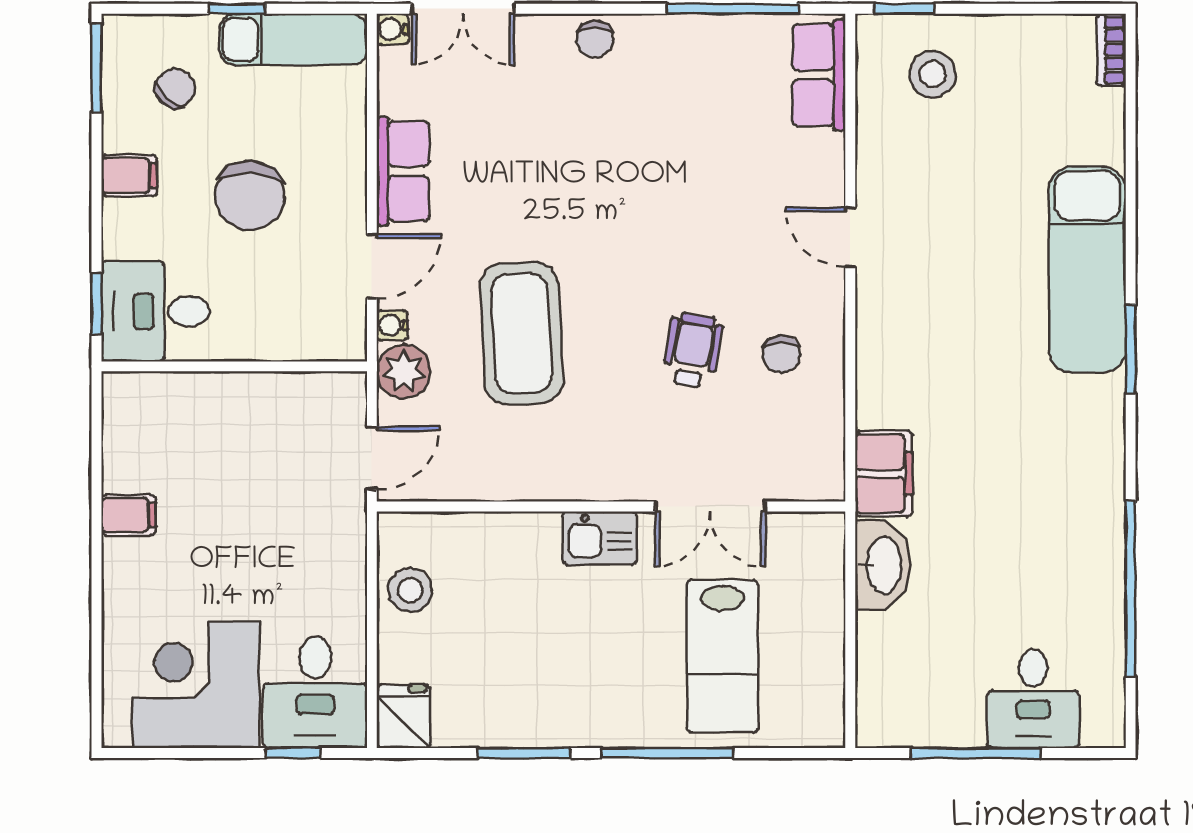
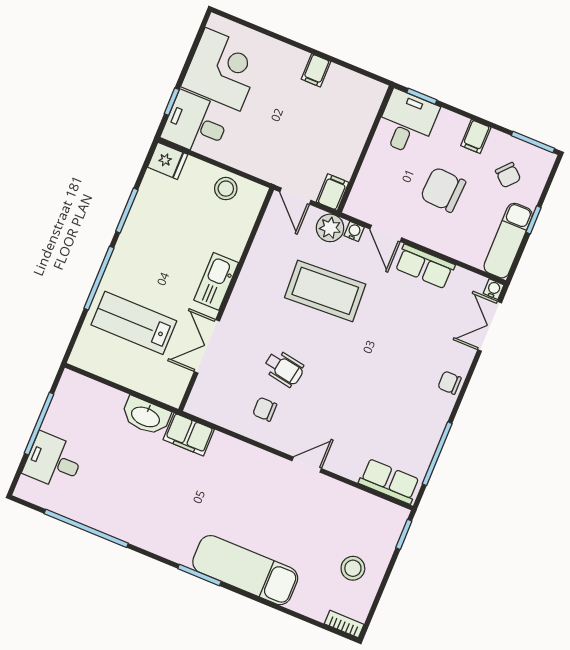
stool: (933, 74) -> (353, 568), moved
filing cabinet: (337, 394) -> (333, 192), added
kitchen sink: (599, 538) -> (216, 281), width x1.38

